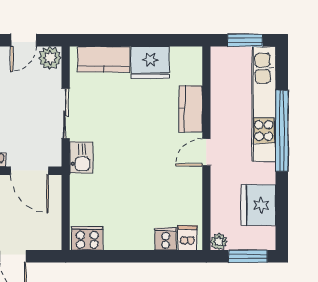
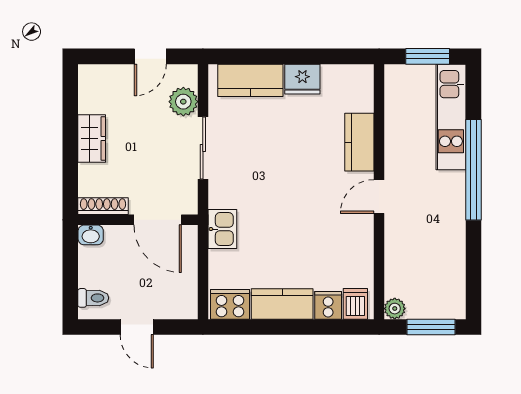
plant: (50, 58) -> (183, 102), moved
fridge: (150, 62) -> (302, 79), width x0.73, depth x0.75
kitchen unit: (264, 104) -> (451, 117), width x0.73
kitchen sink: (81, 157) -> (222, 229), moved
fridge: (259, 205) -> (444, 263), removed
kitchen counter: (129, 238) -> (282, 304), added

